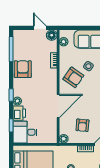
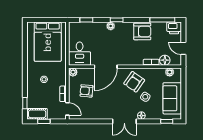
door: (40, 28) -> (183, 48), swing flipped
floor lamp: (52, 35) -> (165, 60), moved
door: (58, 106) -> (106, 67), hinge flipped
printer: (19, 113) -> (174, 28), moved
desk: (25, 132) -> (80, 54), moved, turned 180

